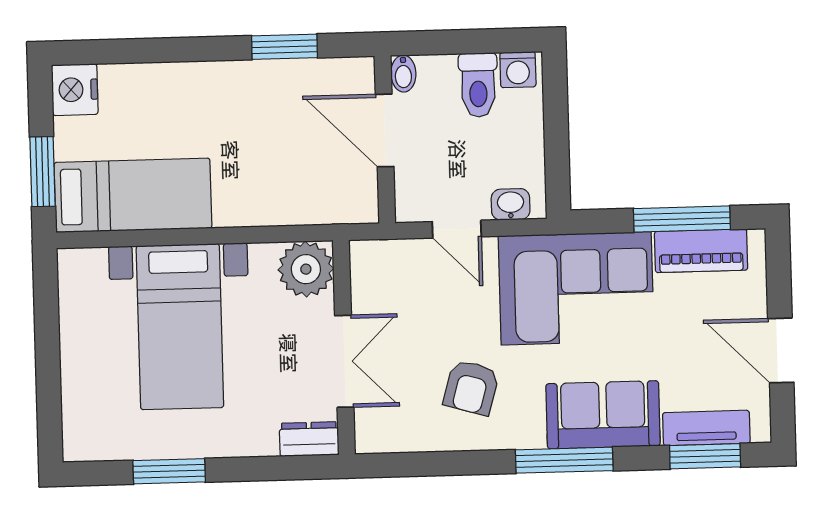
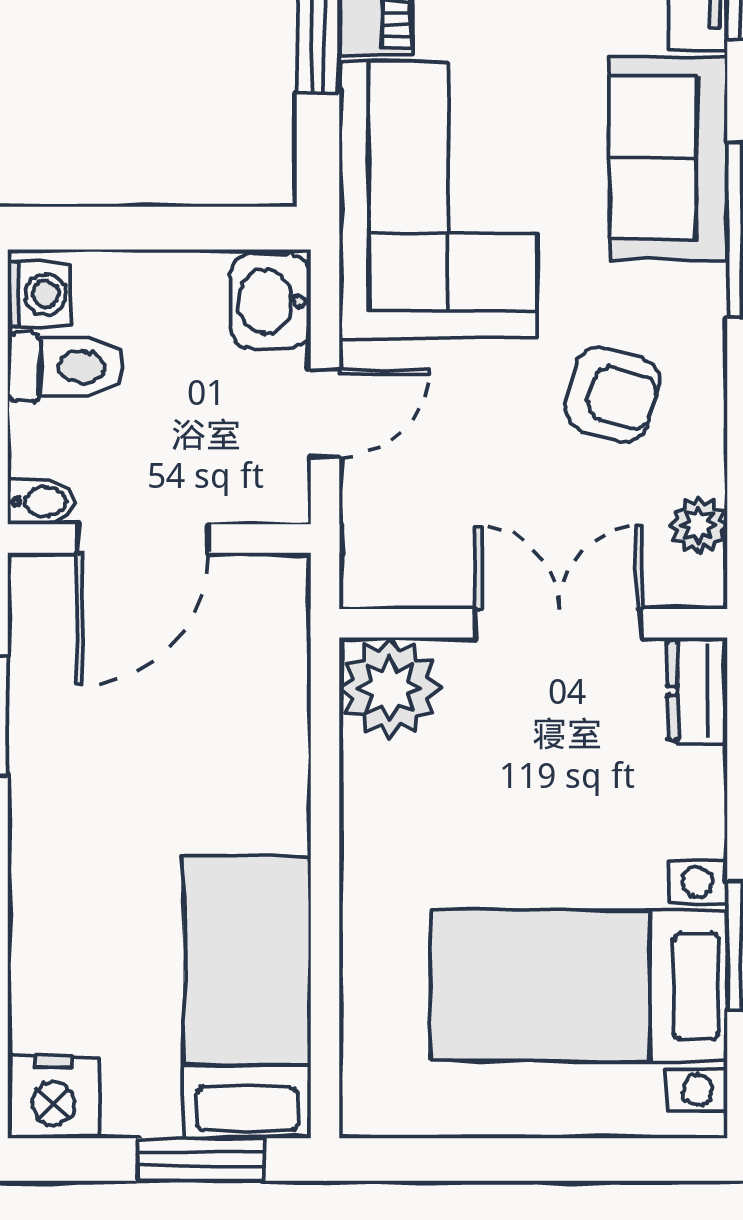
washbasin: (511, 204) -> (270, 301), width x1.38, depth x1.45
bed with nightstands: (180, 327) -> (579, 986), moved, turned 180
plant: (401, 437) -> (699, 525), added

